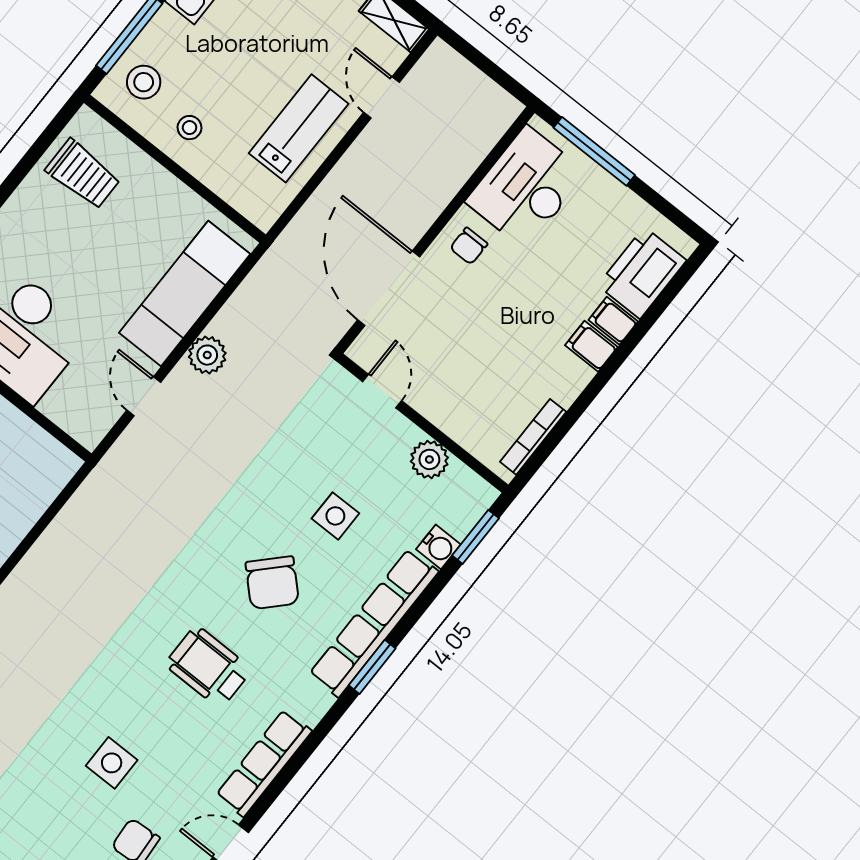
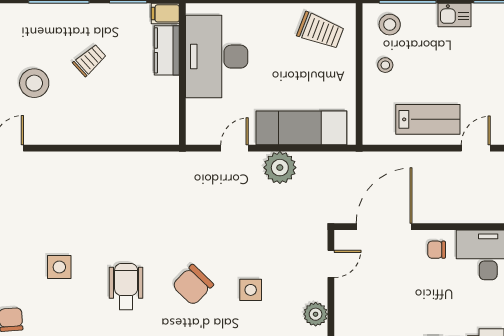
trolley: (83, 174) -> (320, 31), turned -69
plant: (207, 355) -> (280, 168), width x1.36, depth x1.36
side table: (112, 763) -> (59, 267), moved

